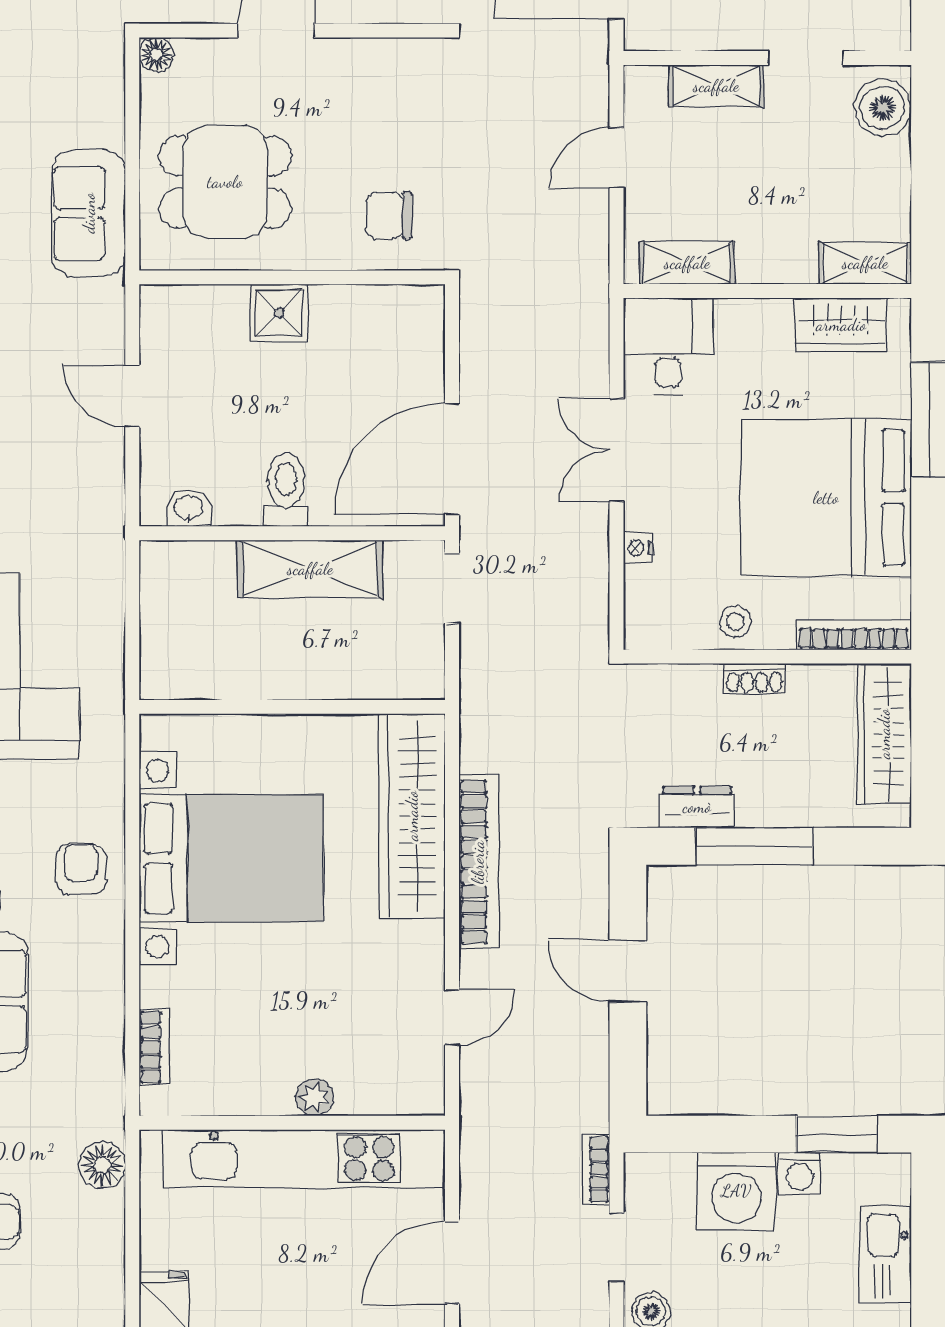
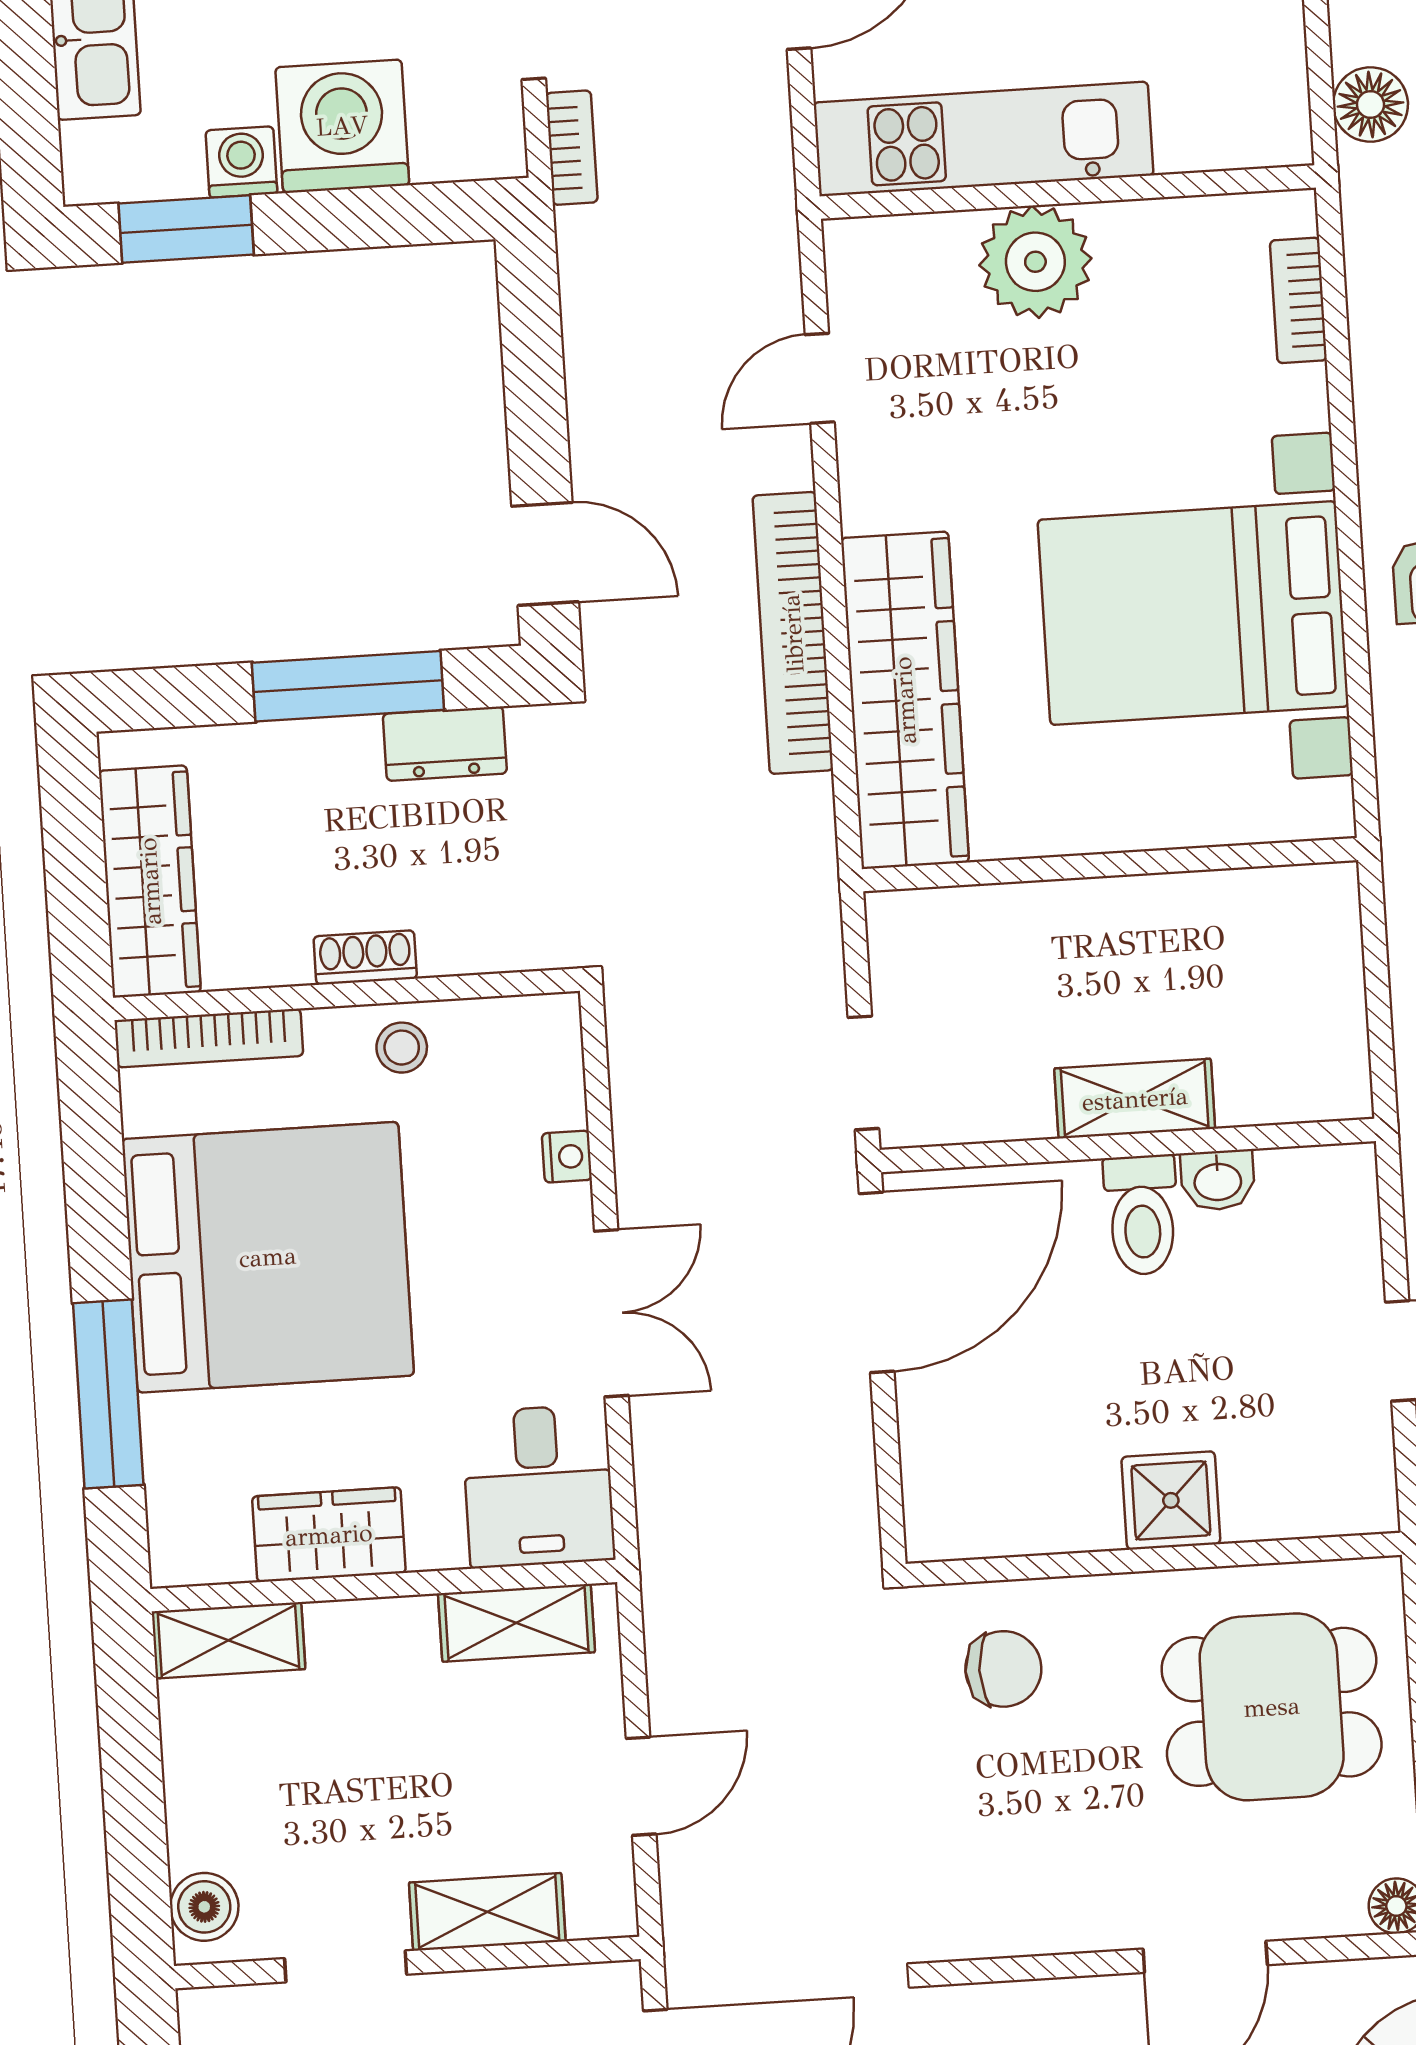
boiler: (883, 108) -> (204, 1907), width x0.73, depth x0.73
wardrobe: (841, 325) -> (329, 1535), moved
washbasin: (189, 508) -> (1218, 1180), moved
shelving: (310, 569) -> (1135, 1099), width x0.67, depth x0.75
door: (628, 971) -> (545, 554), moved
plant: (315, 1097) -> (1035, 262), width x1.87, depth x1.87
kitchen unit: (304, 1159) -> (984, 139), width x0.73

